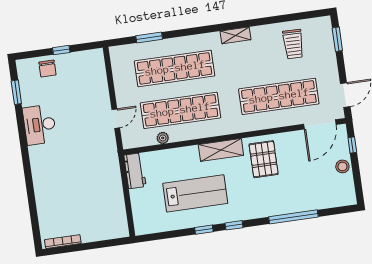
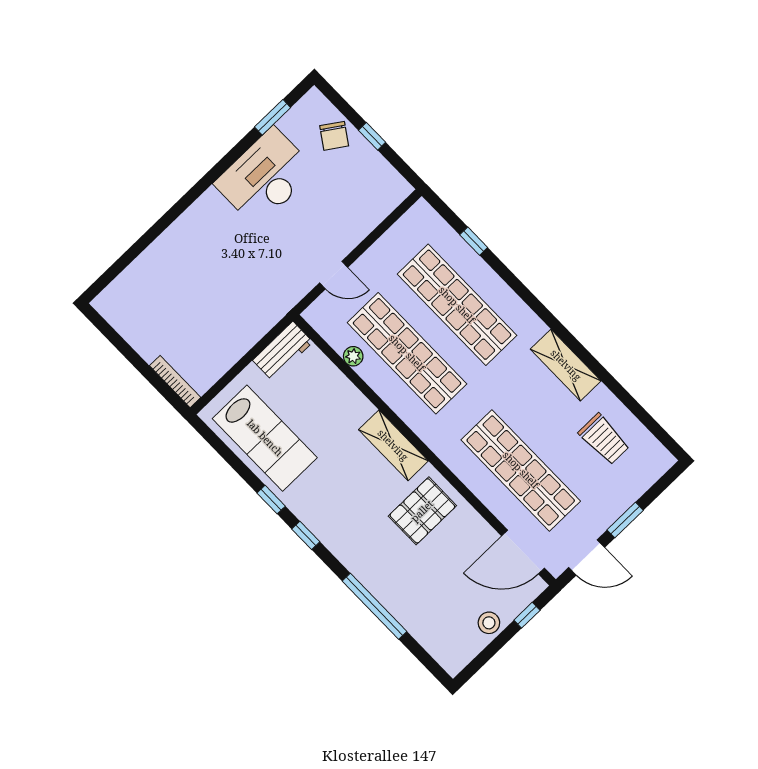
shelving: (236, 35) -> (566, 365), width x1.50, depth x1.33
window: (149, 38) -> (474, 241), width x0.67
window: (337, 39) -> (625, 520), moved
trolley: (293, 44) -> (604, 439), turned -91
chair: (47, 69) -> (334, 136), turned -56
desk: (40, 125) -> (265, 177), width x1.36, depth x1.30
lab bench: (195, 193) -> (265, 438), moved
bookcase: (63, 242) -> (175, 382), moved

